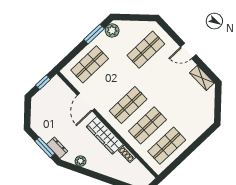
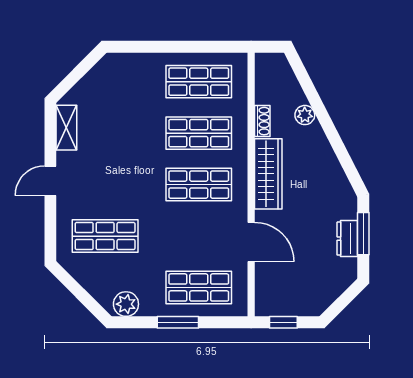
window: (94, 34) -> (178, 322), moved
door: (188, 51) -> (50, 181), swing flipped
door: (86, 102) -> (251, 242), hinge flipped
dresser: (57, 148) -> (347, 239), moved
plant: (81, 161) -> (305, 115), moved

